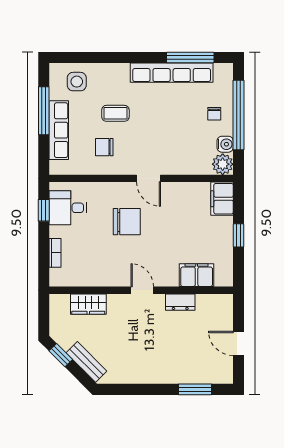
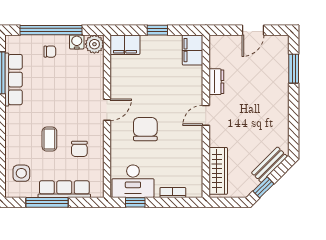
row of seats: (172, 73) -> (13, 80), width x0.73
desk: (68, 208) -> (133, 181), width x1.37
filing cabinet: (197, 275) -> (193, 50), moved
wardrobe: (88, 304) -> (218, 171), width x1.50

